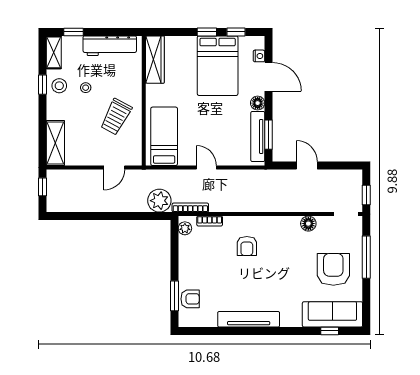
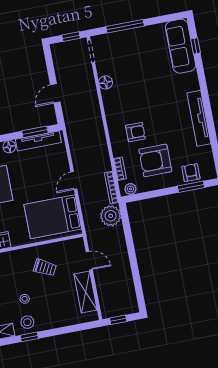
trolley: (116, 117) -> (45, 268), width x0.73, depth x0.72
bed: (164, 136) -> (53, 217), width x1.50
shelving: (55, 143) -> (86, 292), moved, turned 90
armchair: (333, 269) -> (155, 160), moved

